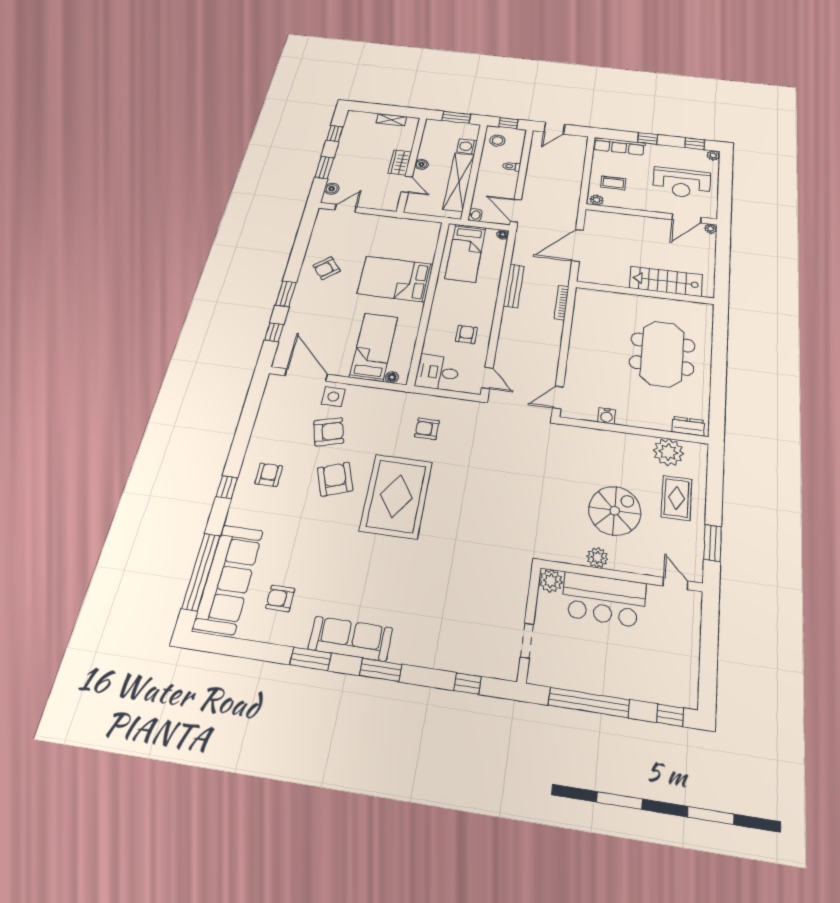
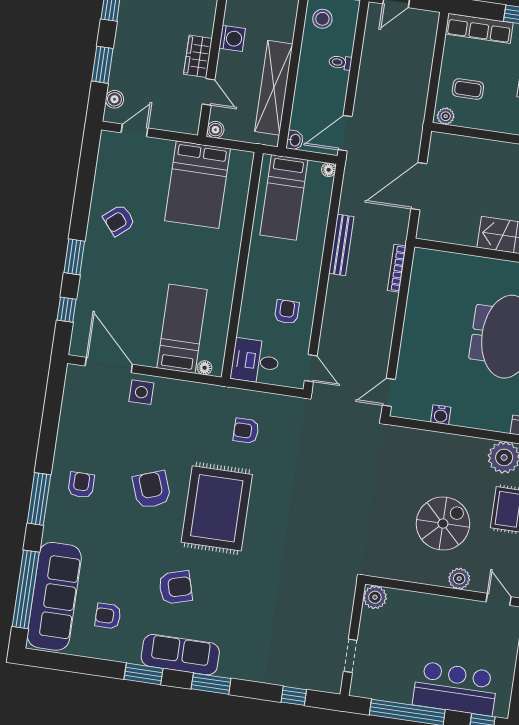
washing machine: (467, 146) -> (232, 38), moved, turned 180
boiler: (422, 164) -> (215, 130), moved
door: (516, 211) -> (345, 133), hinge flipped
bed: (395, 279) -> (197, 185), moved, turned -90
armchair: (329, 432) -> (175, 587), moved
window: (227, 487) -> (39, 499), width x2.17
plant: (597, 558) -> (459, 579), moved
bar counter: (604, 599) -> (455, 689), moved, turned 180

